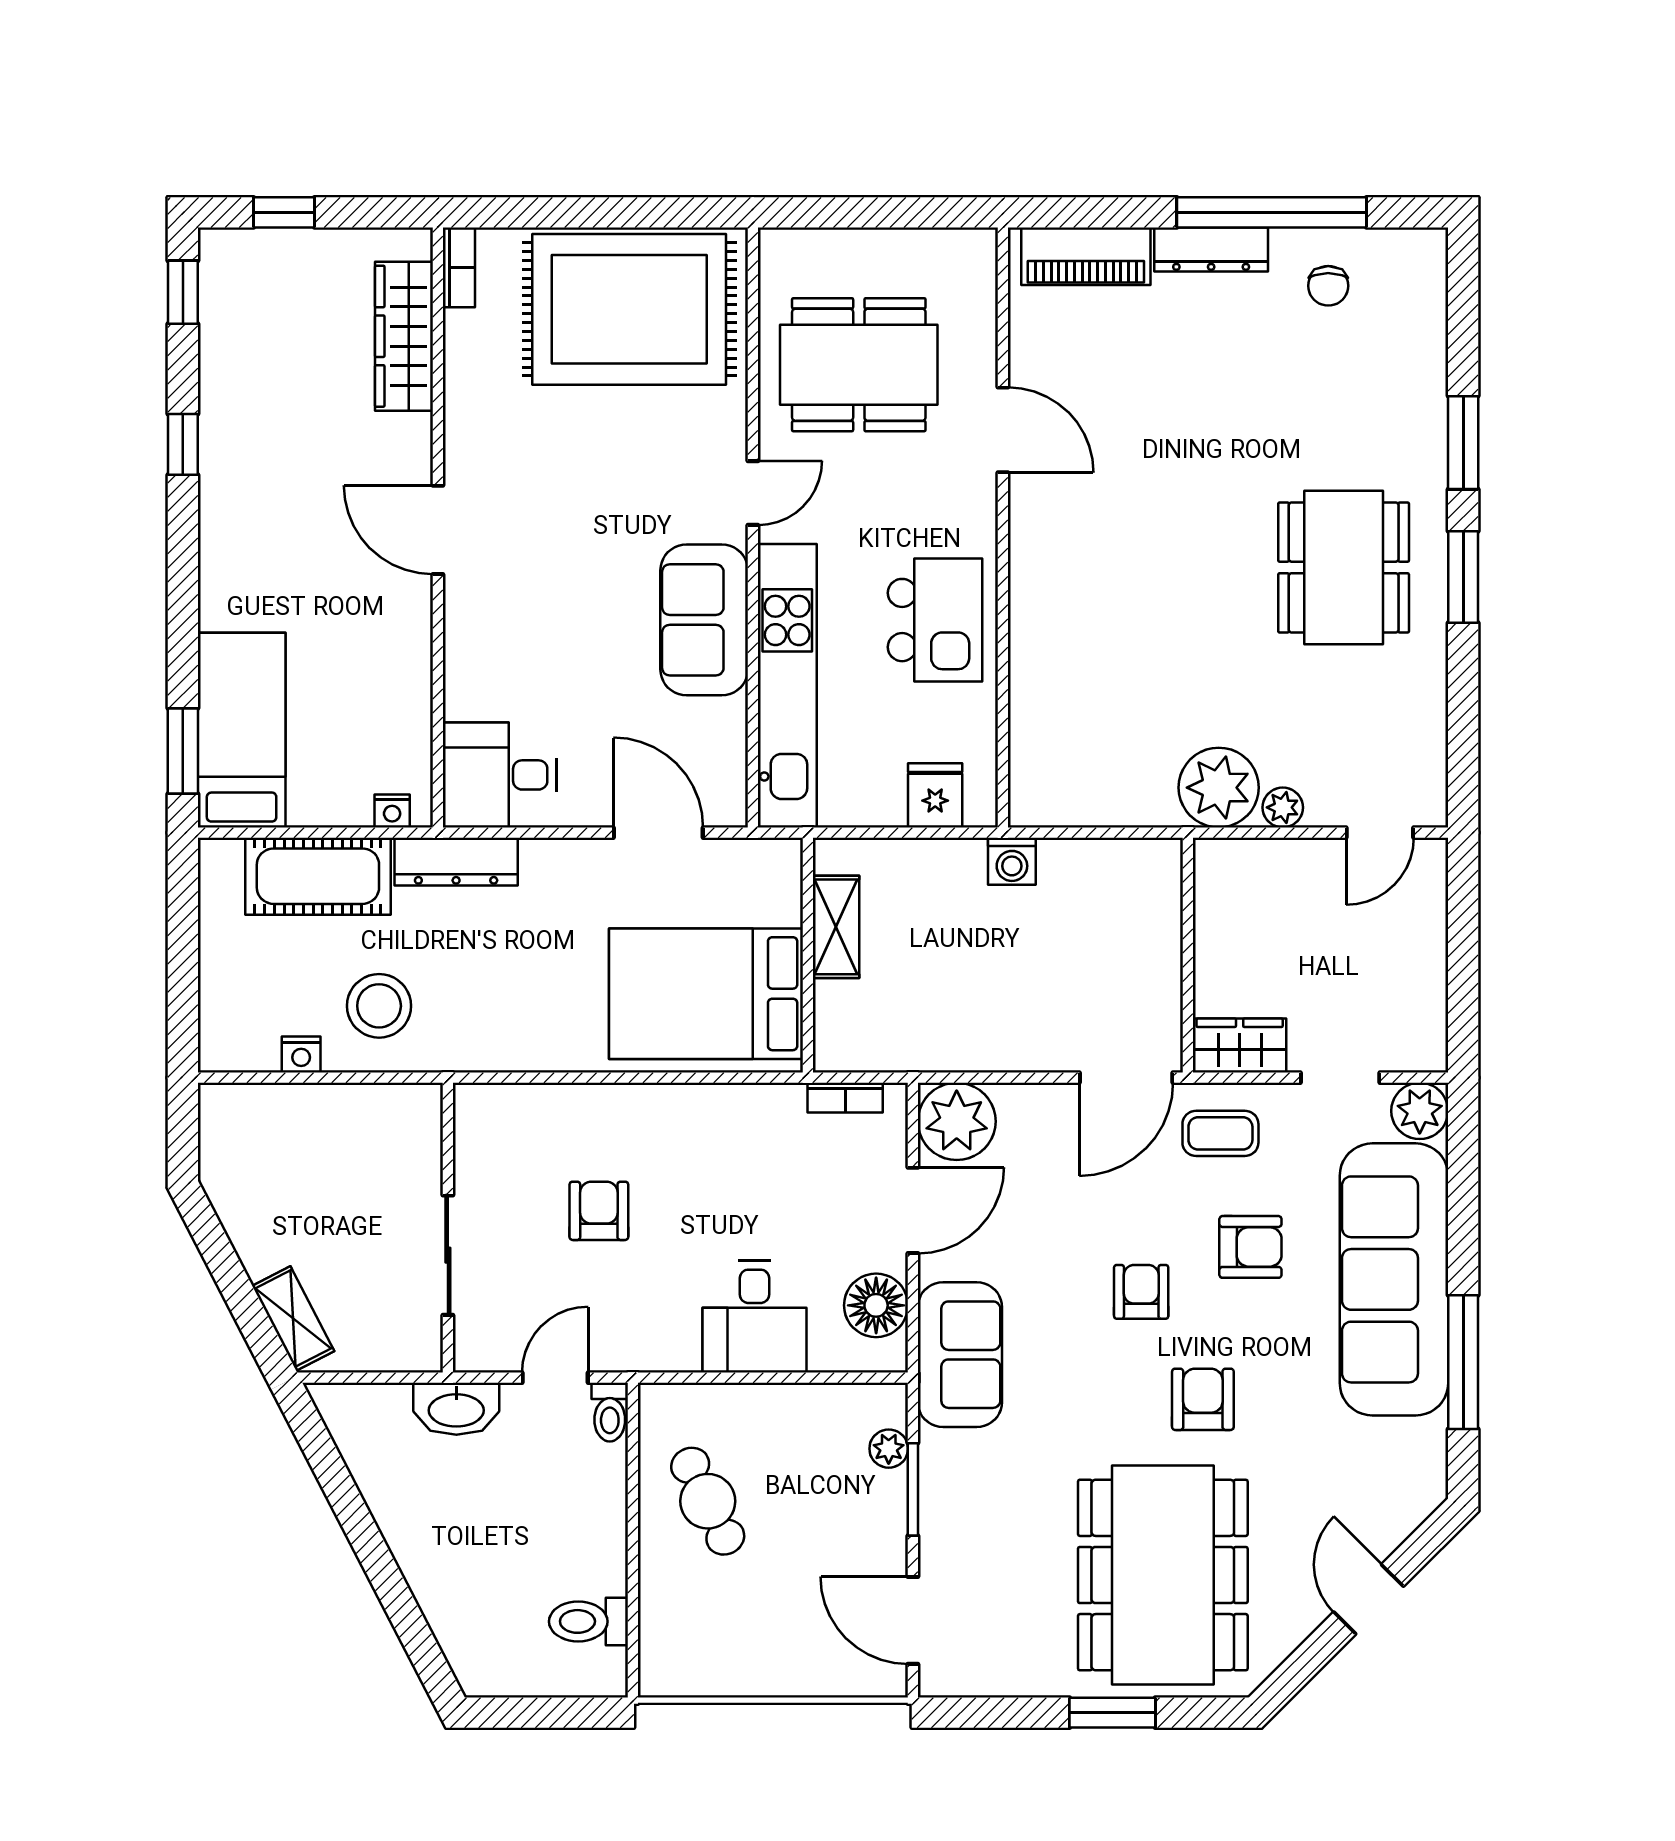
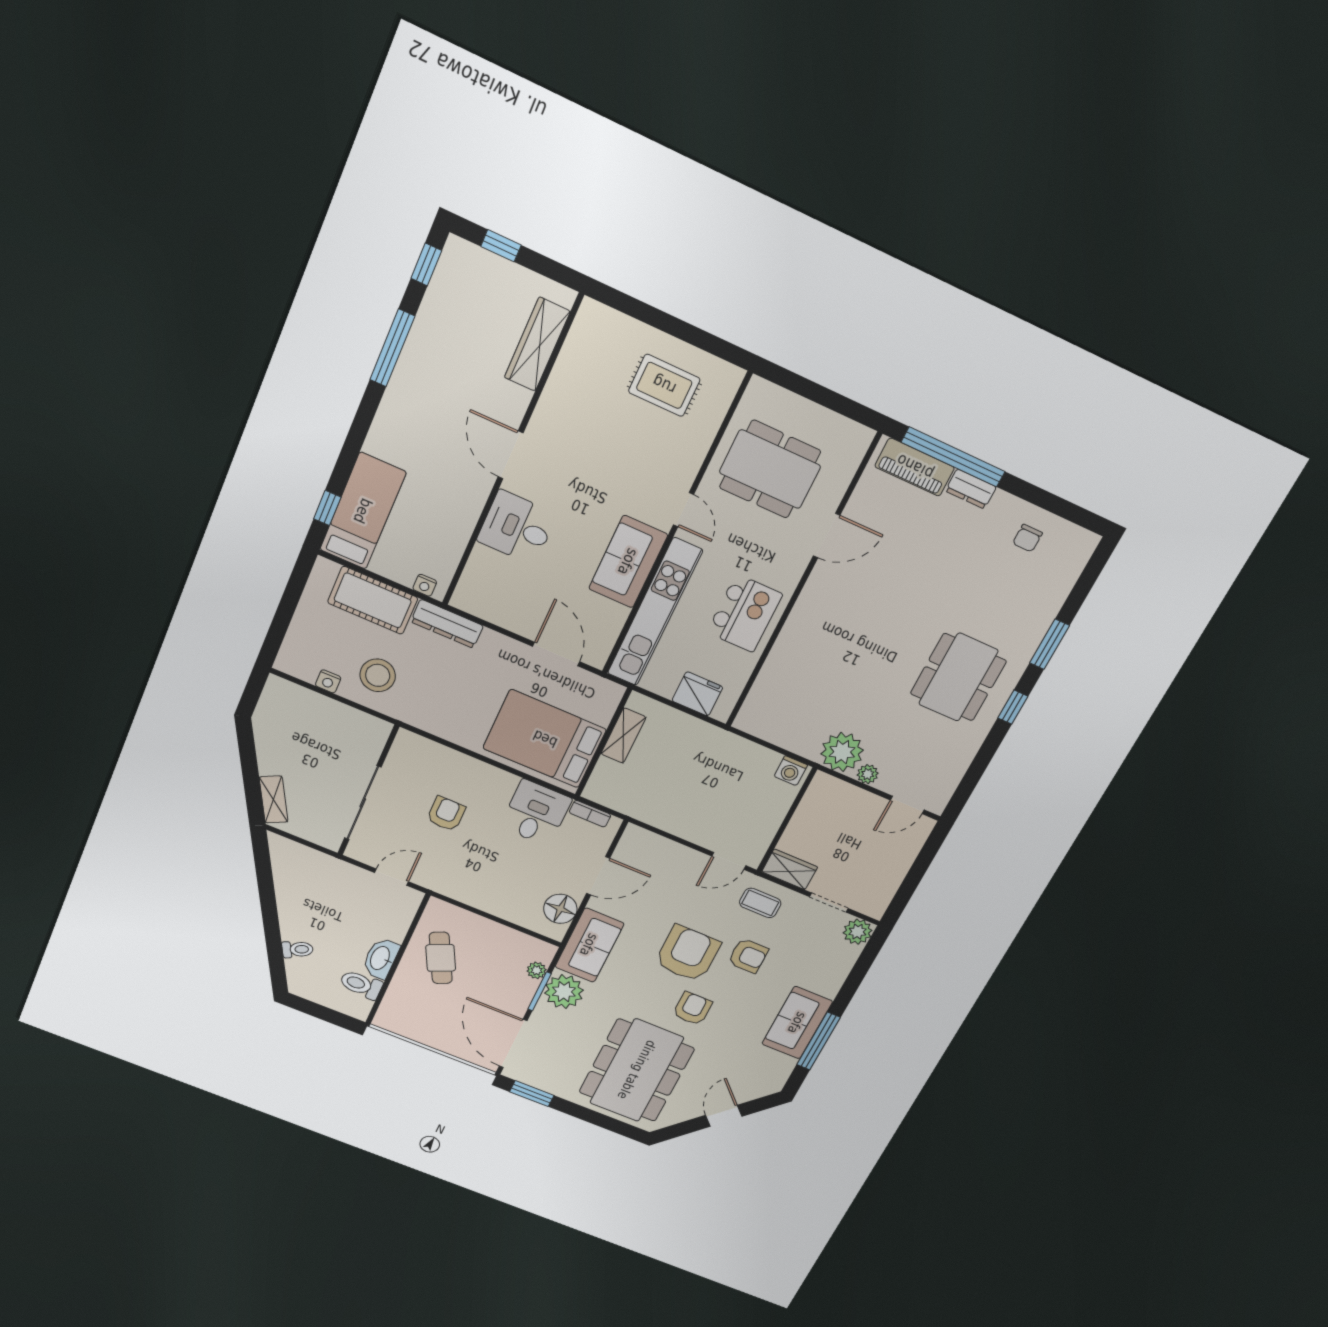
window: (1272, 212) -> (953, 457), moved
dresser: (1211, 250) -> (971, 489), width x0.70
bookcase: (459, 267) -> (583, 321), removed
rug: (629, 309) -> (664, 385), width x0.54, depth x0.49
door: (1003, 430) -> (827, 536), hinge flipped
window: (183, 444) -> (392, 348), width x2.17
door: (753, 493) -> (683, 510), hinge flipped
window: (1463, 577) -> (1013, 707), width x0.67
window: (183, 751) -> (327, 508), width x0.67
desk: (500, 775) -> (517, 527), moved
fridge: (935, 795) -> (697, 694), width x1.38
washing machine: (1012, 861) -> (791, 771), moved
door: (1126, 1078) -> (729, 861), width x0.73
plant: (957, 1121) -> (564, 992), moved
sliding door: (448, 1255) -> (363, 803), width x1.37
sofa: (1394, 1279) -> (797, 1023), width x0.54, depth x0.79
armchair: (1141, 1292) -> (688, 954), width x1.88, depth x1.88
desk: (754, 1317) -> (536, 813), moved, turned 180
washbasin: (456, 1409) -> (381, 958), moved, turned 90
toilet: (610, 1412) -> (298, 949), moved, turned -117
door: (913, 1620) -> (513, 1043), width x1.36
window: (1112, 1713) -> (532, 1094), moved

